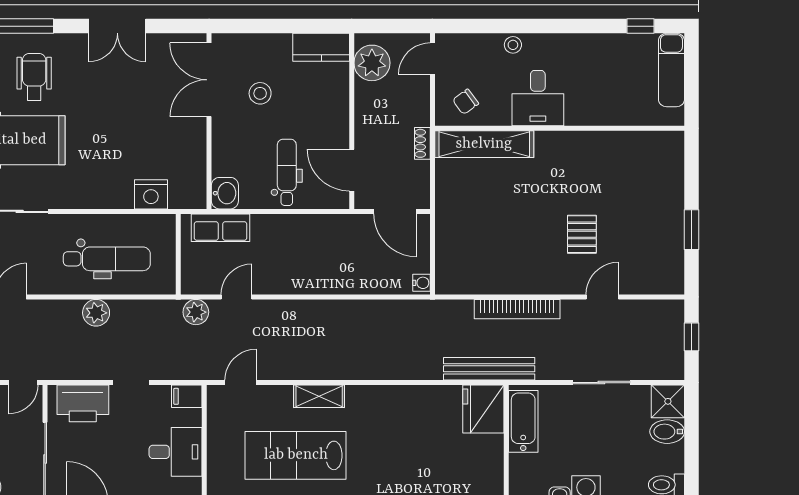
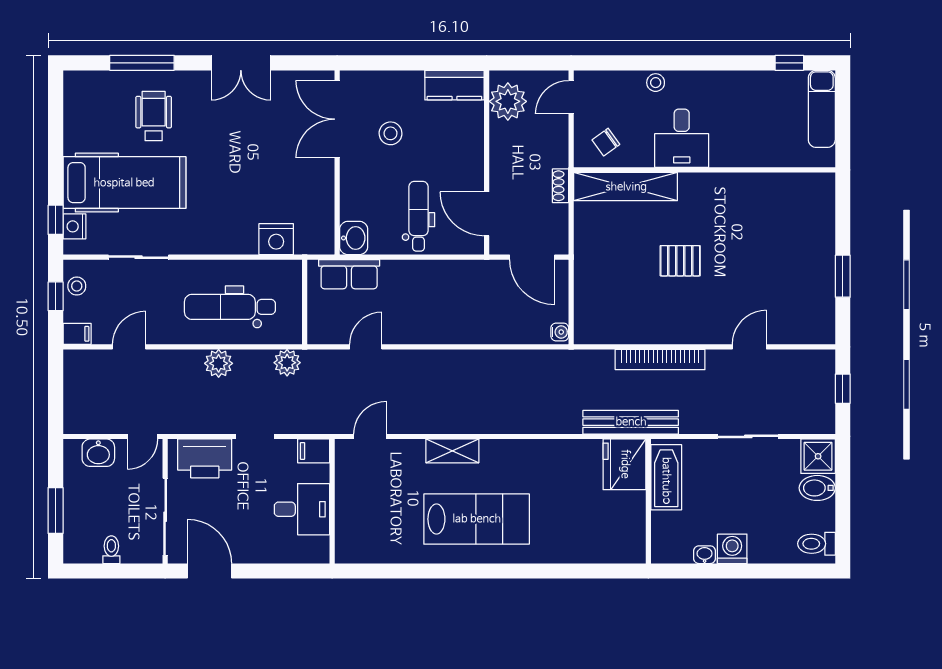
pallet: (582, 234) -> (680, 261), moved, turned 90
dental chair: (107, 259) -> (230, 307), turned 180
plant: (196, 312) -> (287, 363), moved
lab bench: (296, 455) -> (477, 519), moved, turned 180

